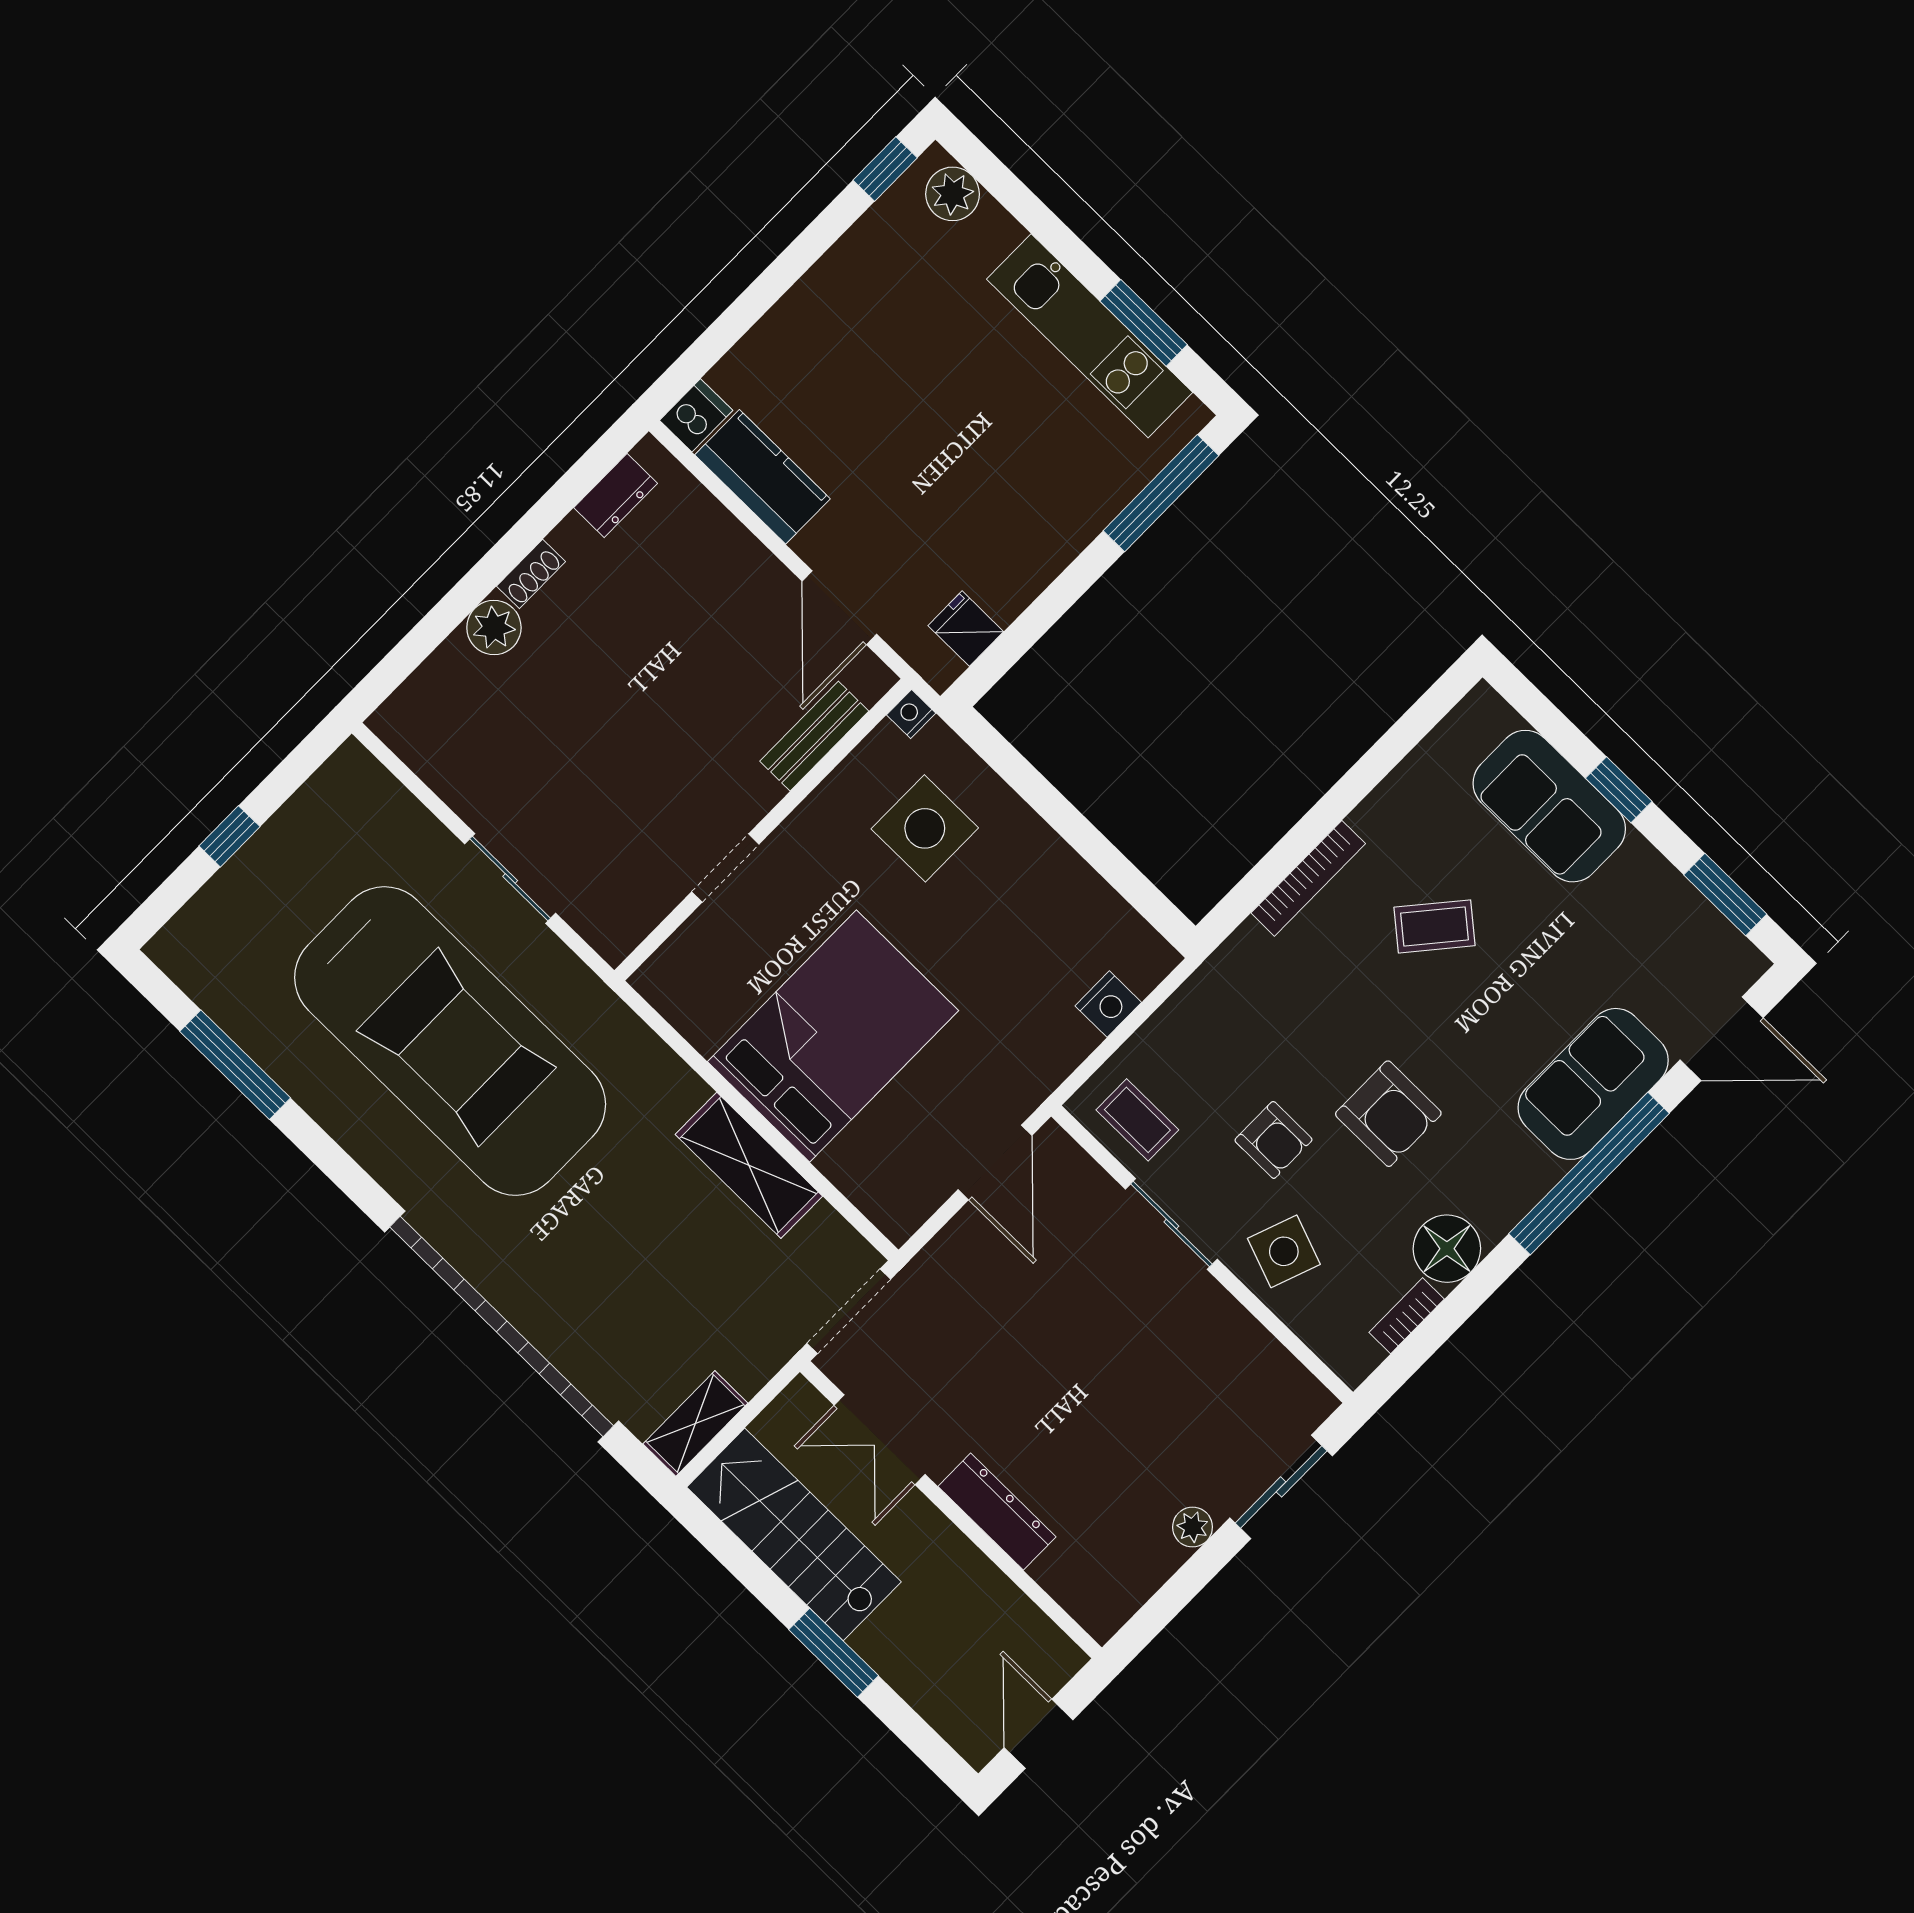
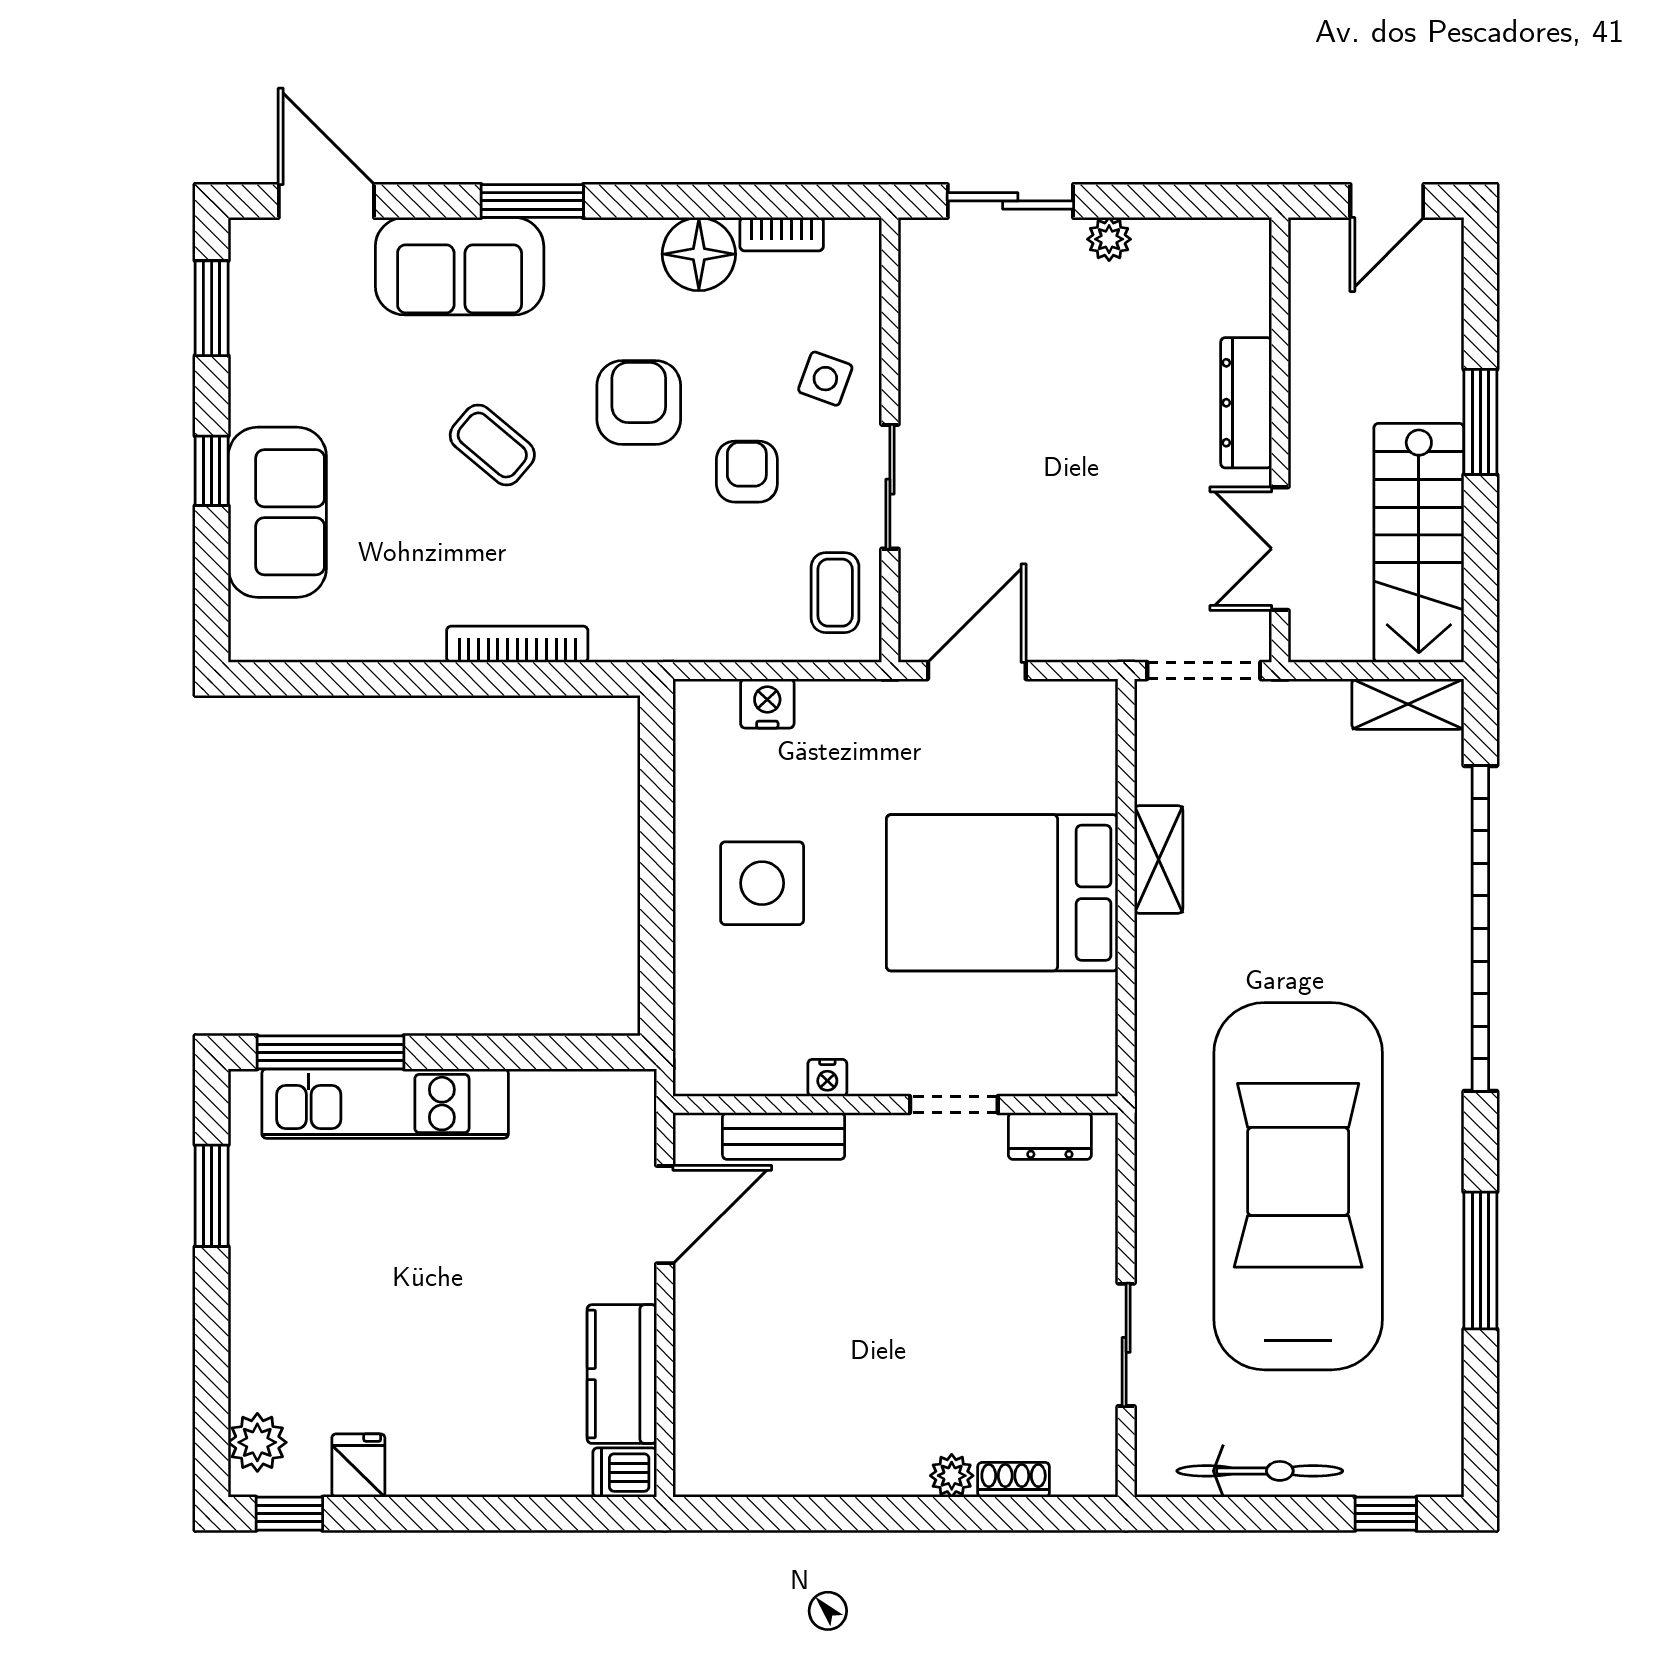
kitchen unit: (1090, 336) -> (385, 1104), moved, turned 90
dresser: (616, 496) -> (1050, 1136), moved, turned 180
shoe rack: (531, 574) -> (1014, 1480), moved
plant: (494, 627) -> (952, 1476), width x0.73, depth x0.73
fridge: (966, 629) -> (358, 1465), moved, turned 180
nightstand: (911, 714) -> (827, 1078), moved
side table: (925, 828) -> (762, 883), moved
bicycle: (288, 833) -> (1260, 1471), added
window: (229, 836) -> (1386, 1514), moved
sliding door: (510, 879) -> (1126, 1345), moved
coffee table: (1434, 926) -> (492, 445), moved
window: (235, 1065) -> (1480, 1261), moved
shelving: (749, 1165) -> (1159, 860), width x0.67, depth x0.75
window: (1589, 1174) -> (532, 201), width x0.47
side table: (1284, 1251) -> (825, 379), width x0.73, depth x0.73
double door: (880, 1440) -> (1280, 549), swing flipped

